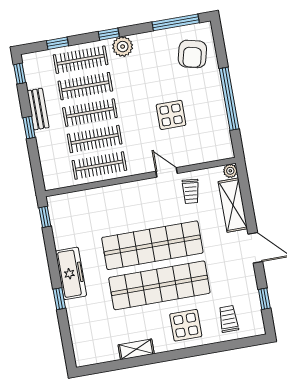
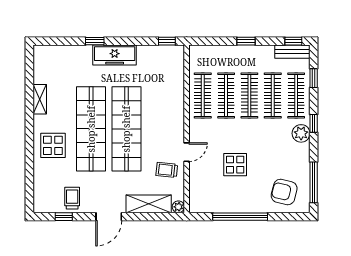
bench: (38, 109) -> (292, 52), moved
trolley: (228, 319) -> (72, 198), moved, turned -90

